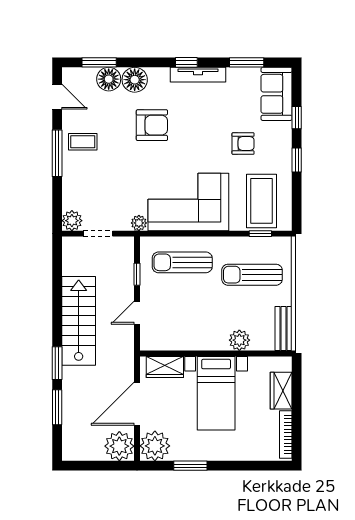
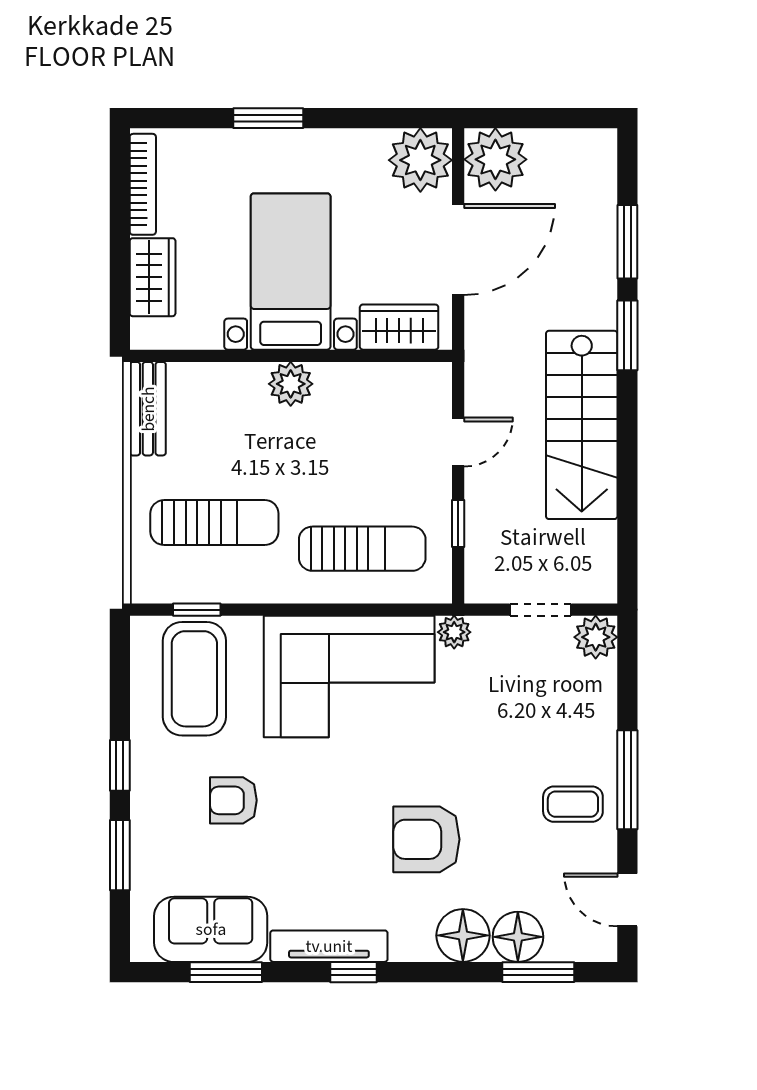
sofa: (277, 94) -> (211, 929), moved, turned -90
window: (297, 118) -> (120, 855), width x1.50
plant: (239, 340) -> (291, 384), moved
window: (190, 466) -> (268, 118), moved

